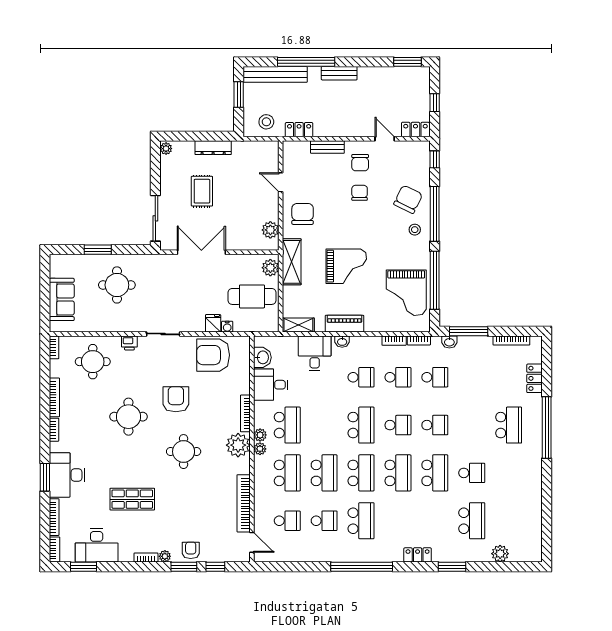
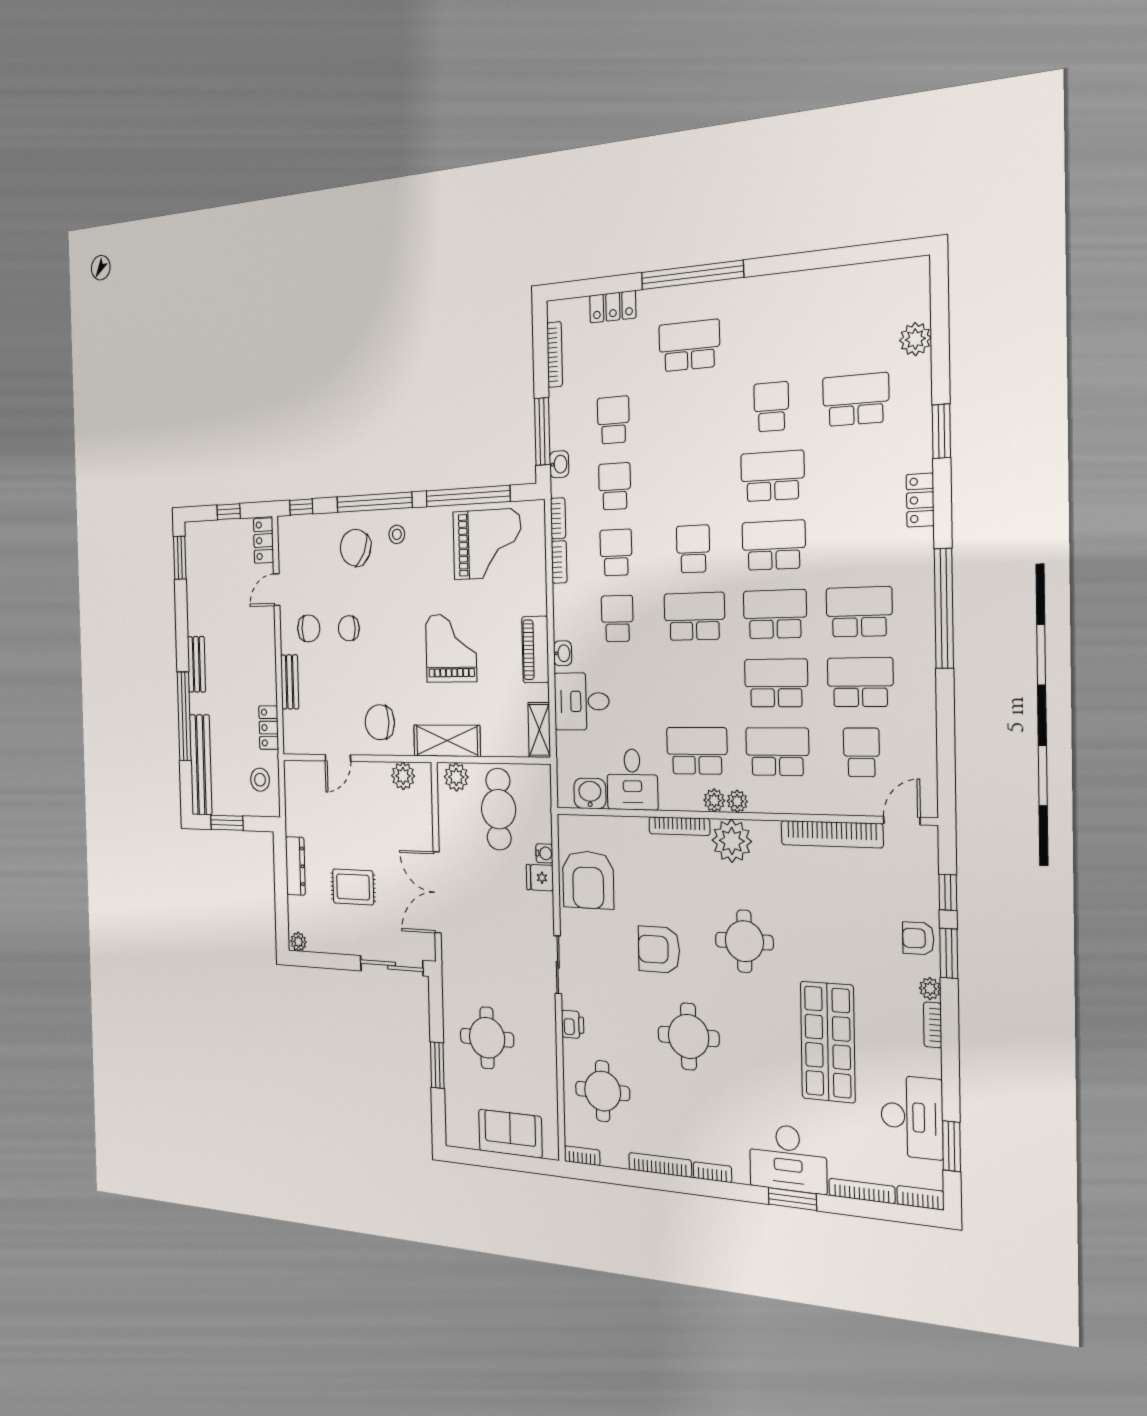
school desk: (435, 425) -> (613, 420), moved
shop shelf: (132, 499) -> (828, 1042), width x1.43, depth x1.36
school desk: (324, 521) -> (860, 682), width x1.85

